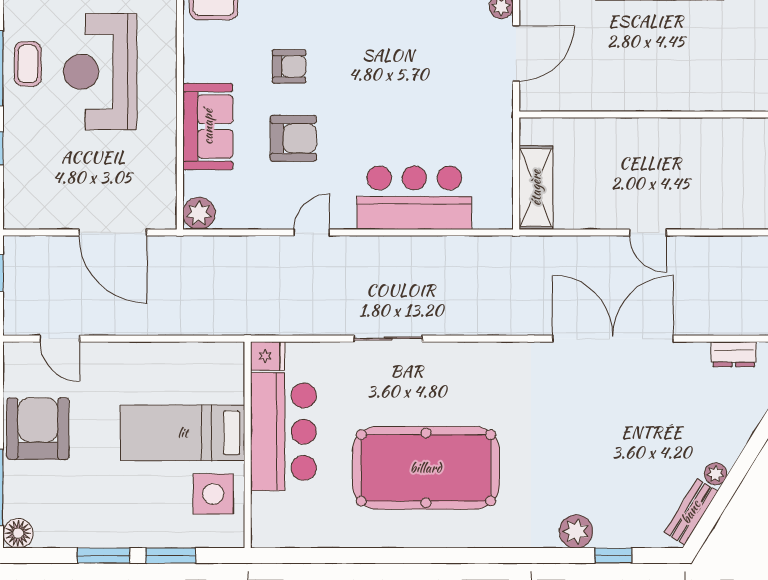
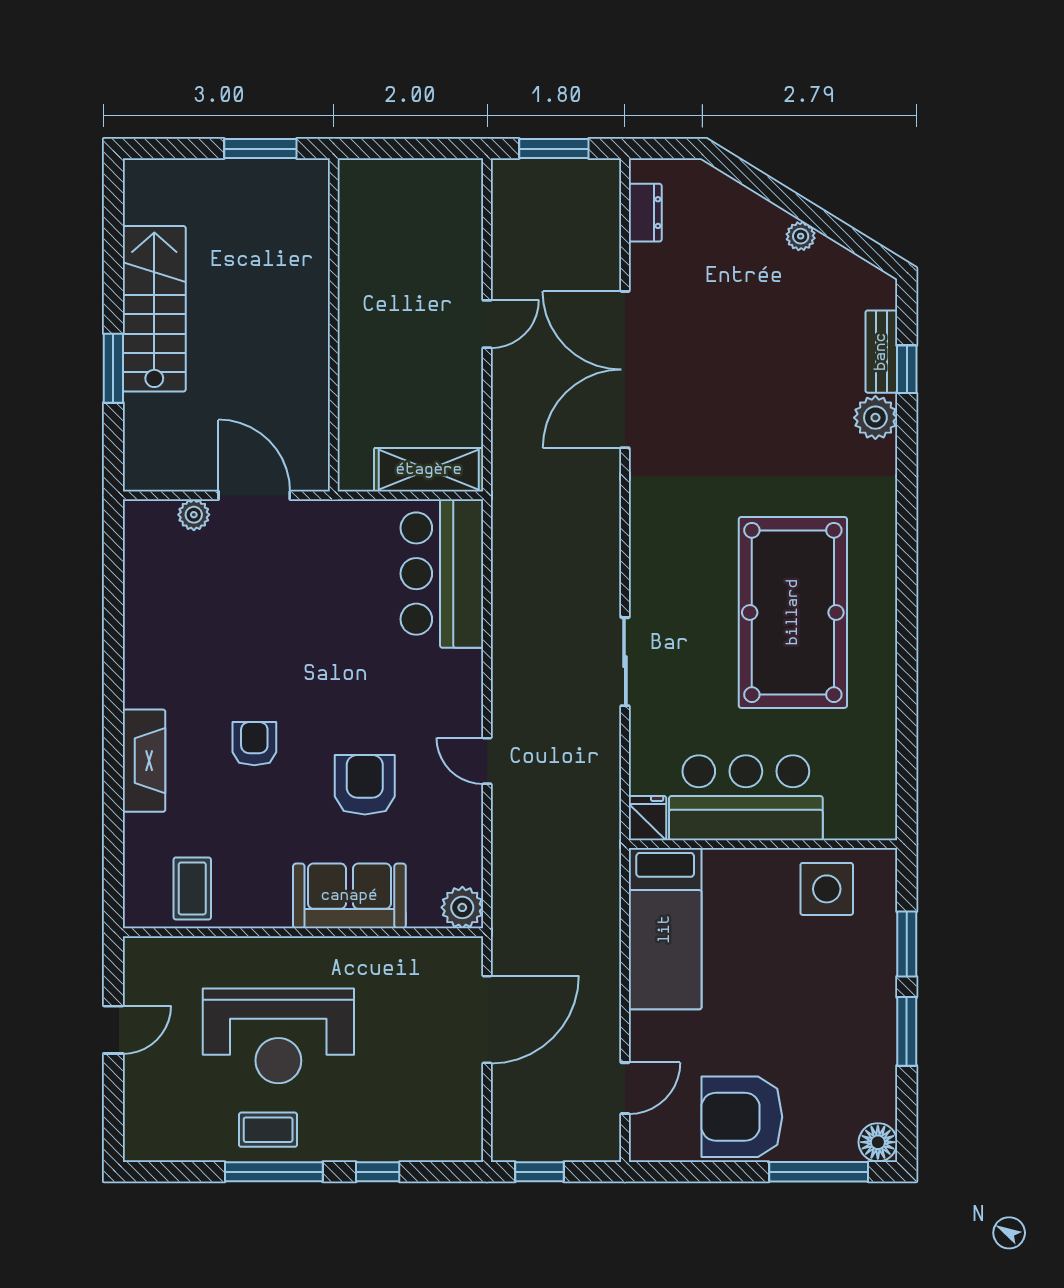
armchair: (289, 66) -> (254, 744), moved
bar counter: (414, 198) -> (442, 574), moved
bed: (183, 433) -> (665, 929), moved
bench: (691, 512) -> (881, 352), moved, turned 58

